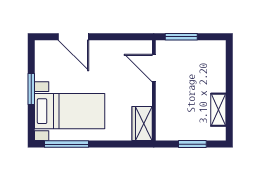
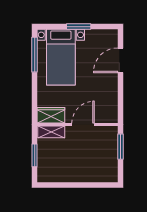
door: (154, 68) -> (83, 125), moved
shelving: (218, 110) -> (51, 132), moved

